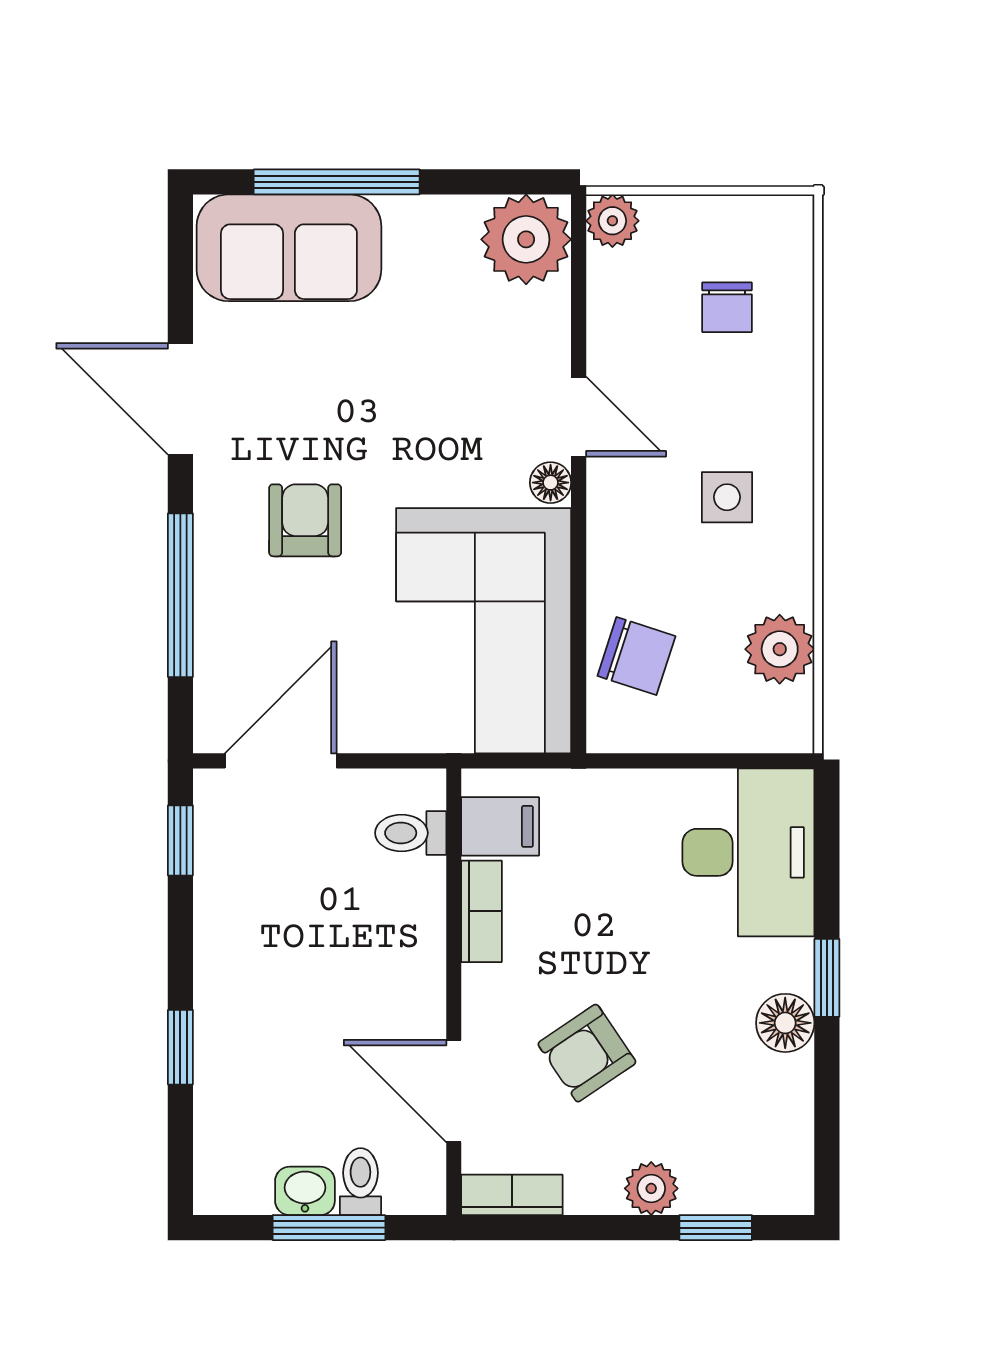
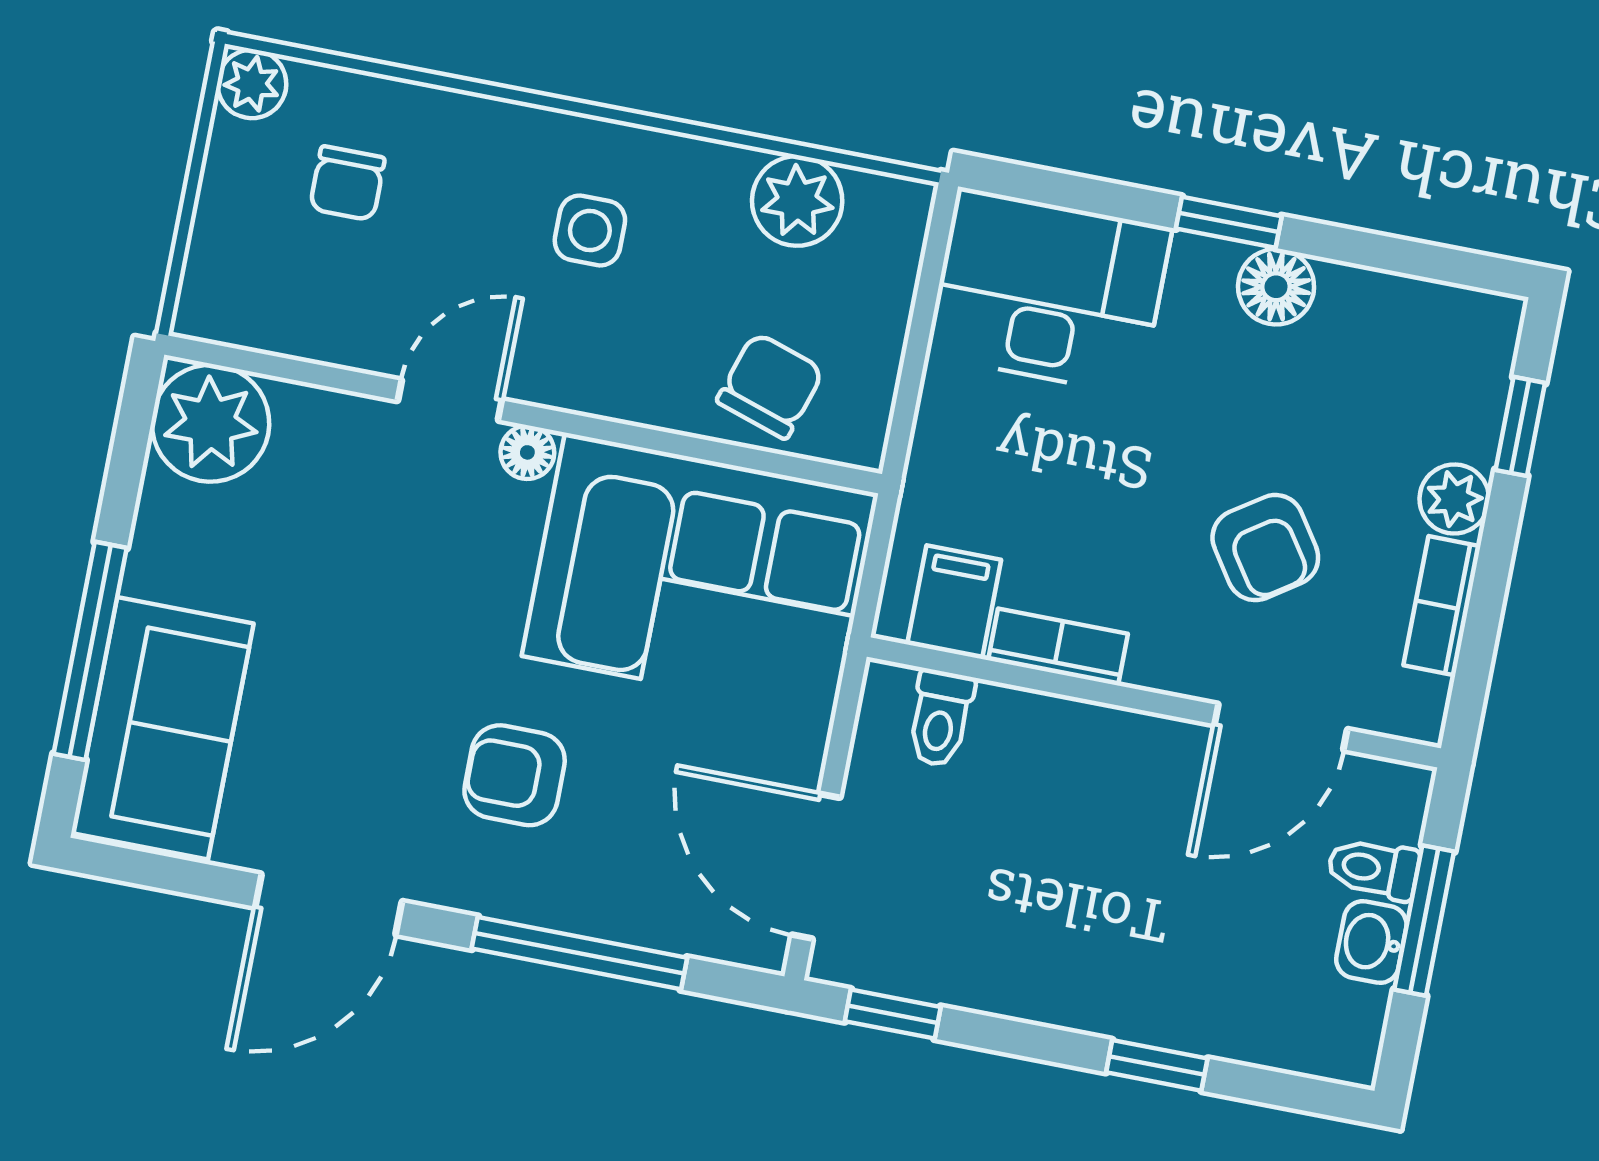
plant: (612, 221) -> (252, 84), moved
chair: (727, 307) -> (347, 183), turned 90
bookcase: (512, 1195) -> (1442, 606), moved

